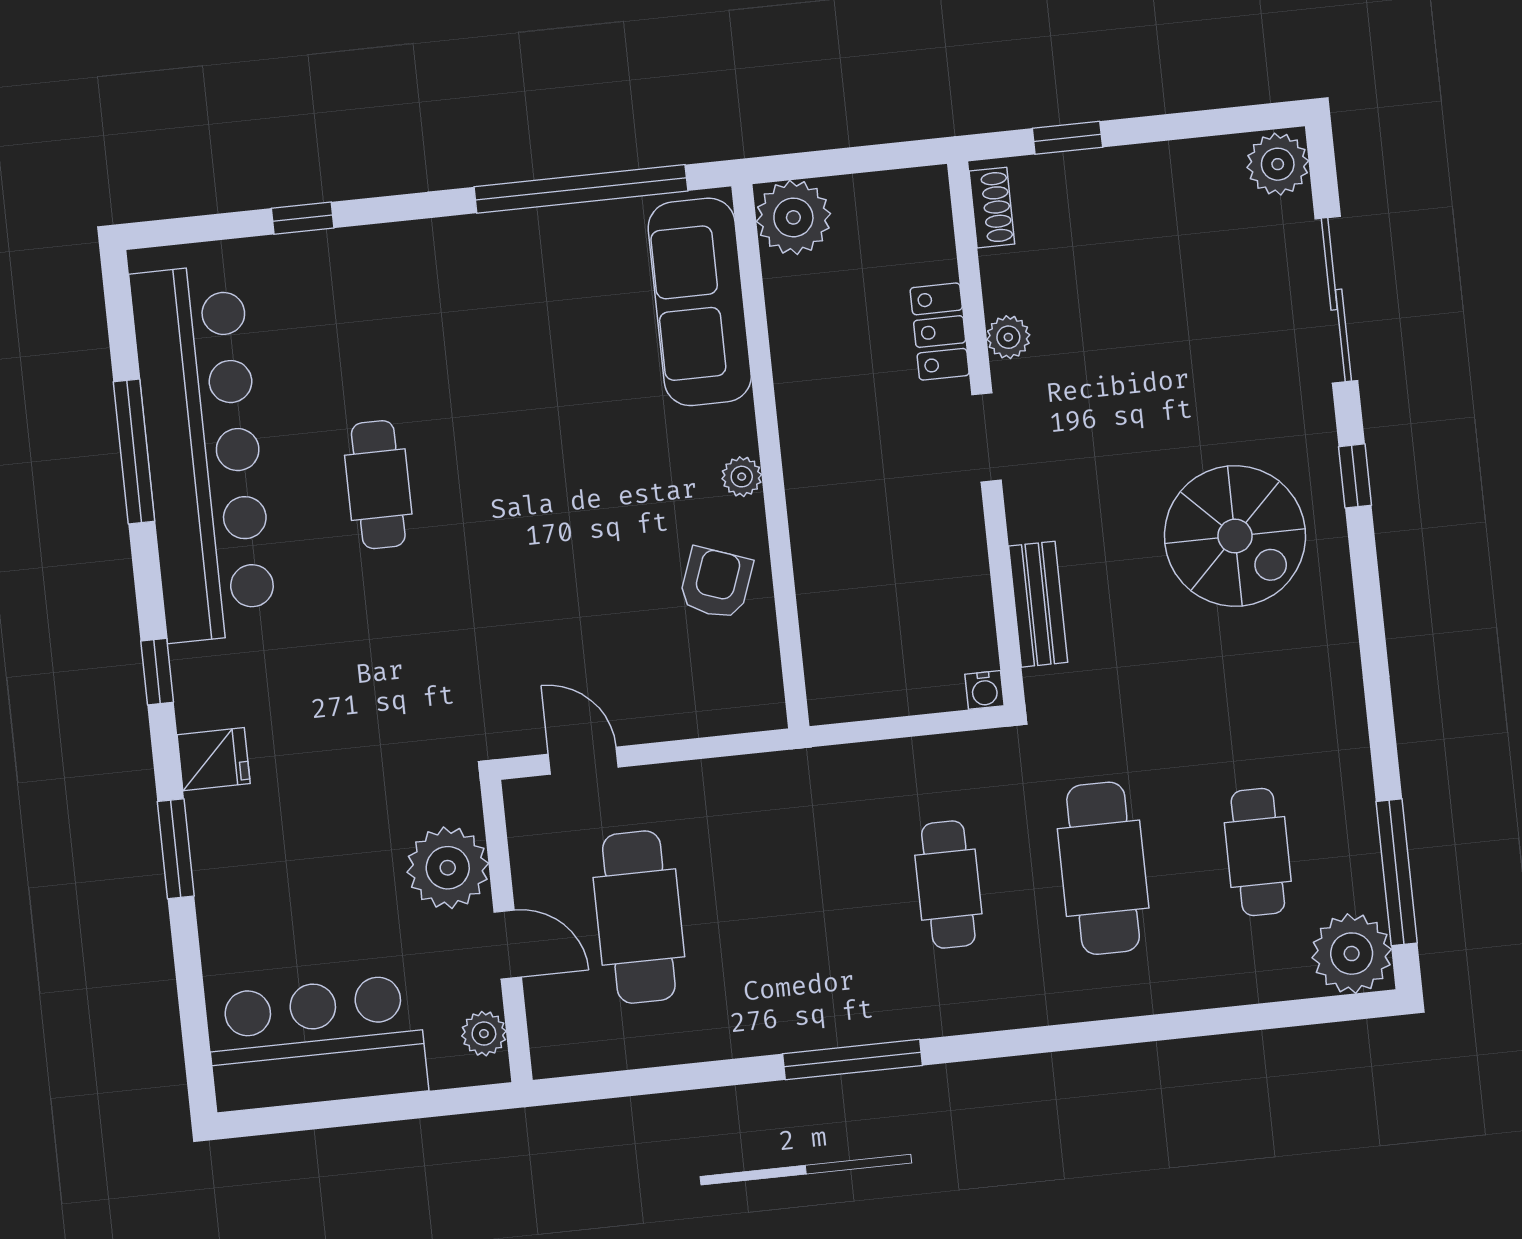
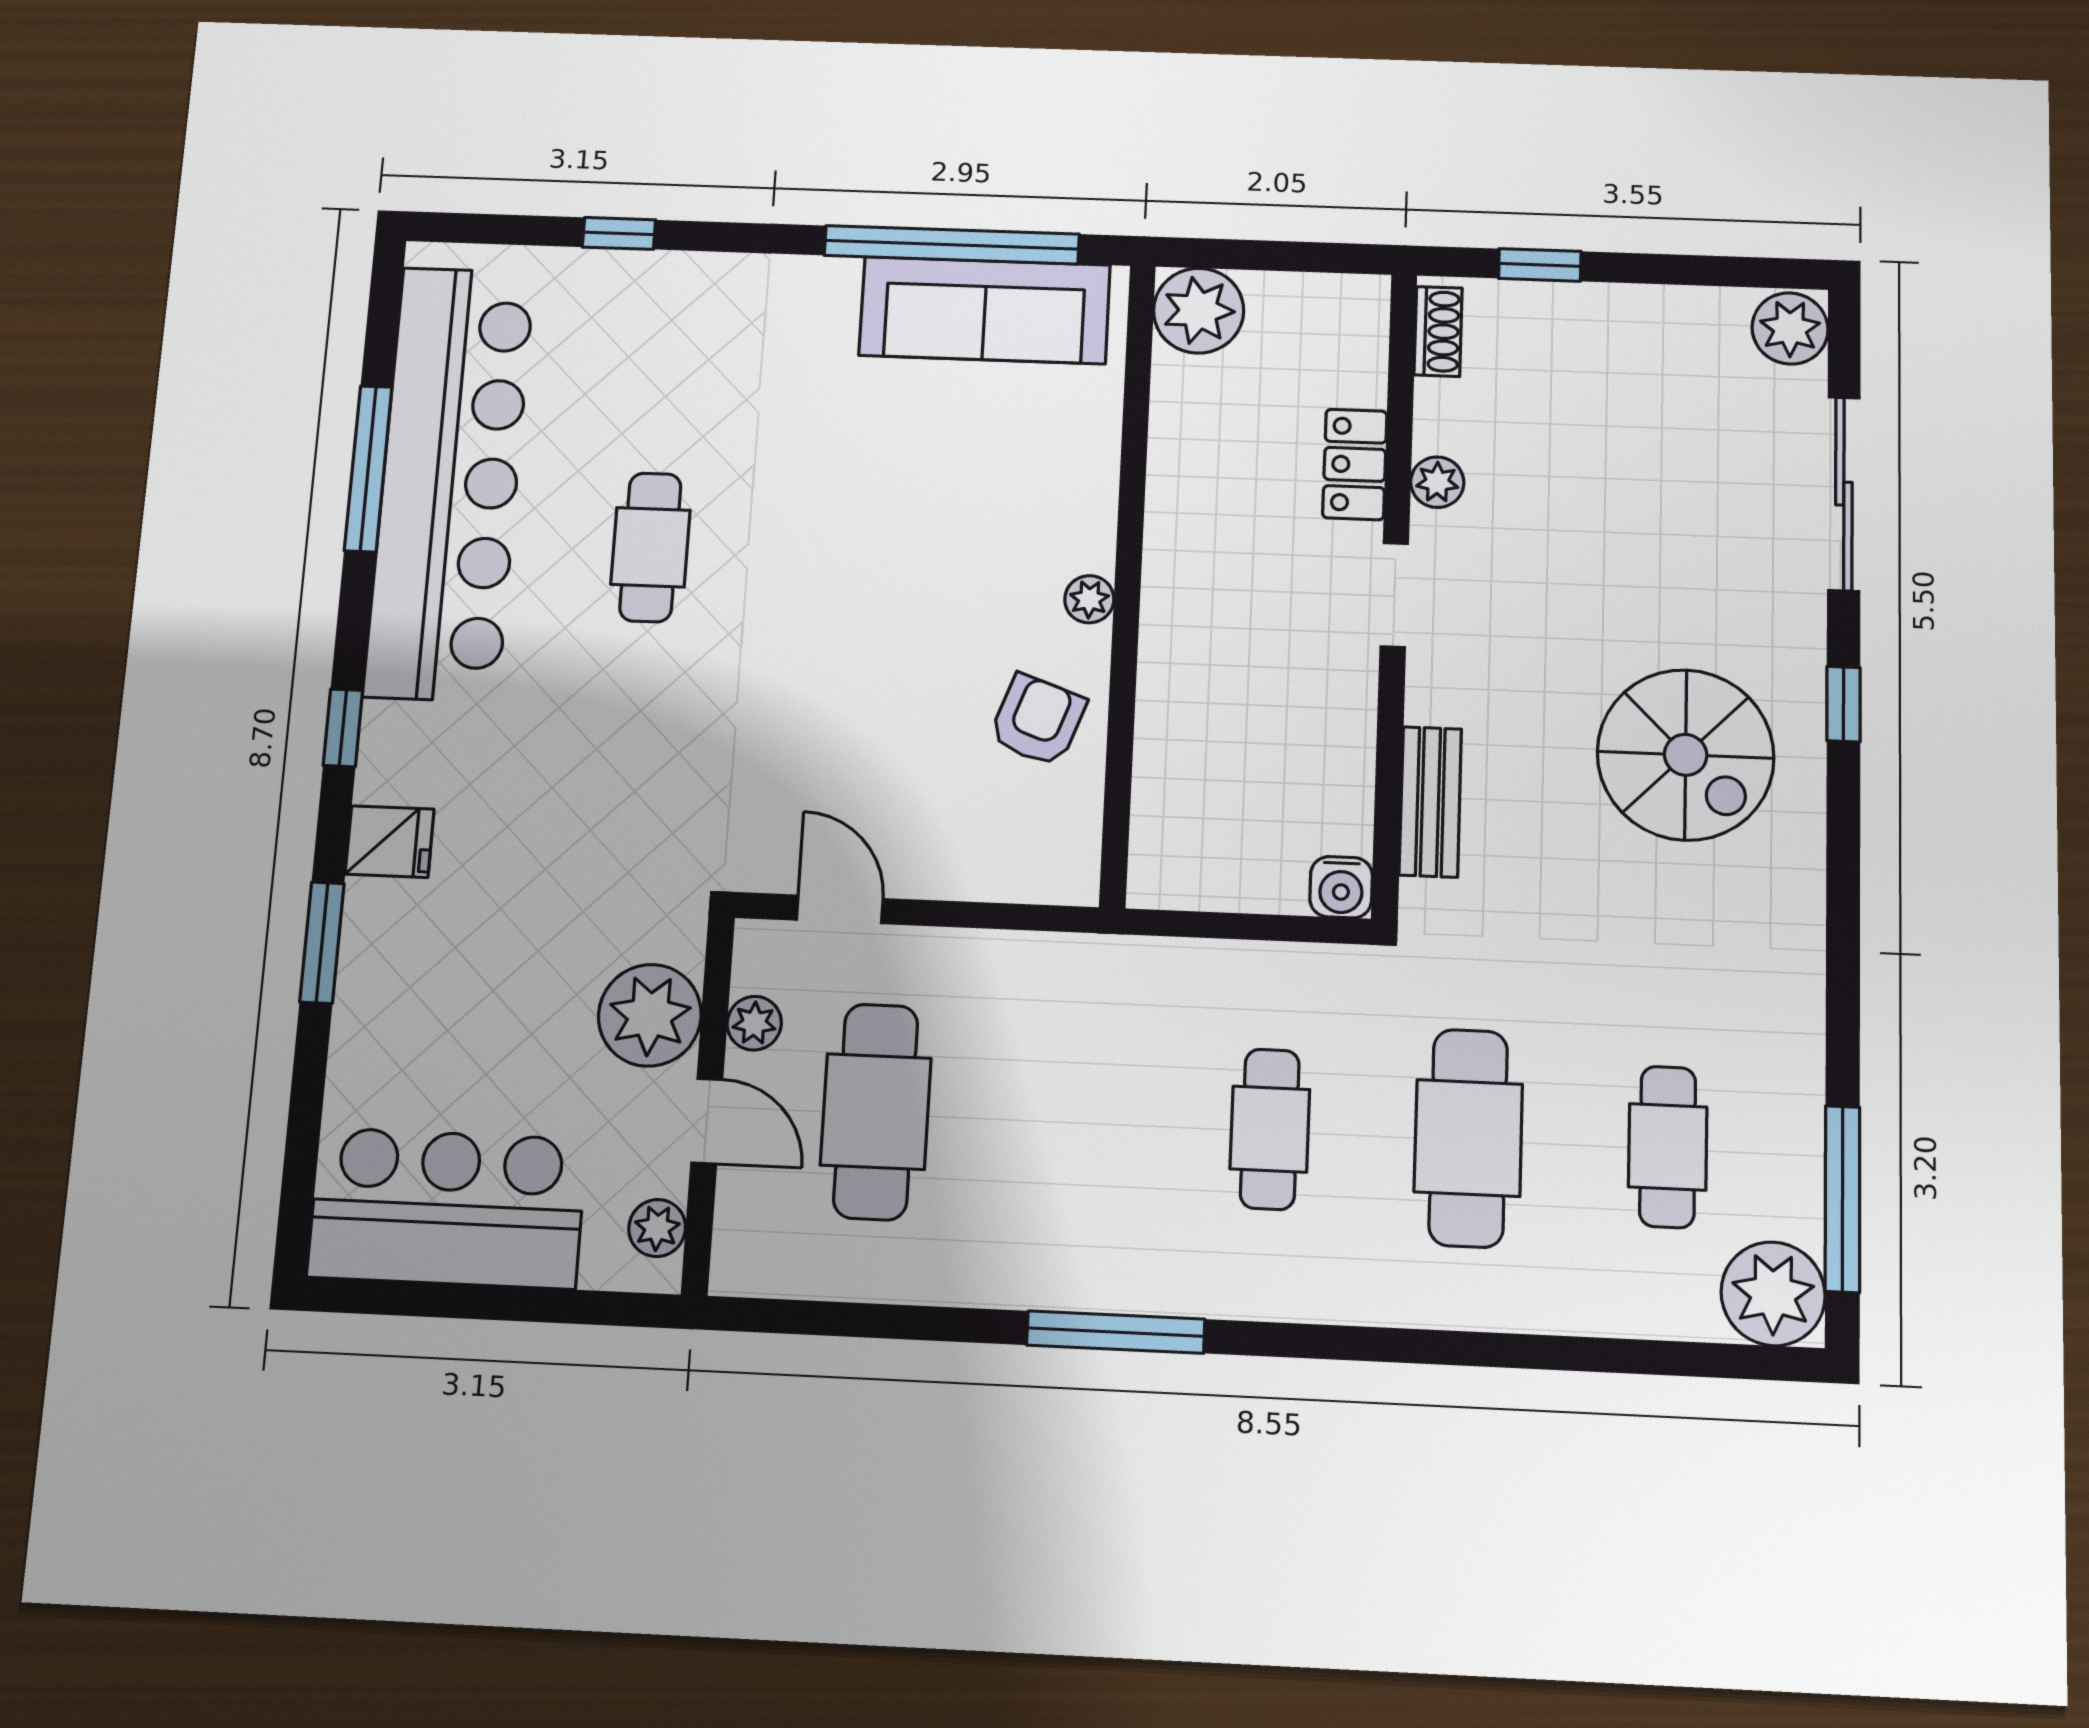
sofa: (700, 302) -> (985, 310), moved, turned -90
water cooler: (985, 690) -> (1341, 887), width x1.38, depth x1.38
plant: (531, 862) -> (754, 1023), added

